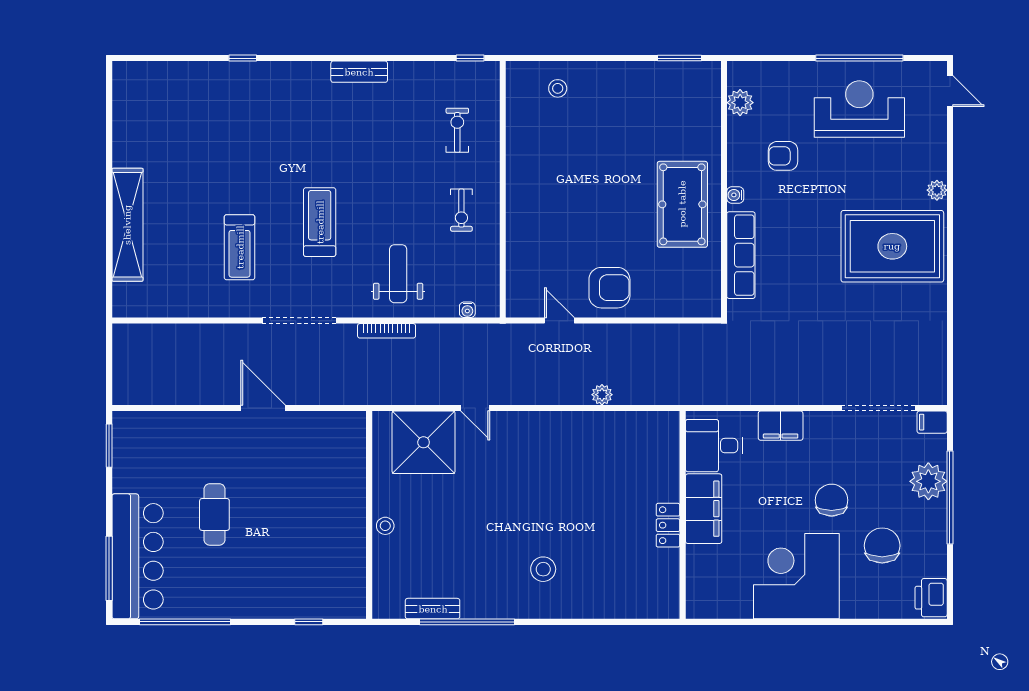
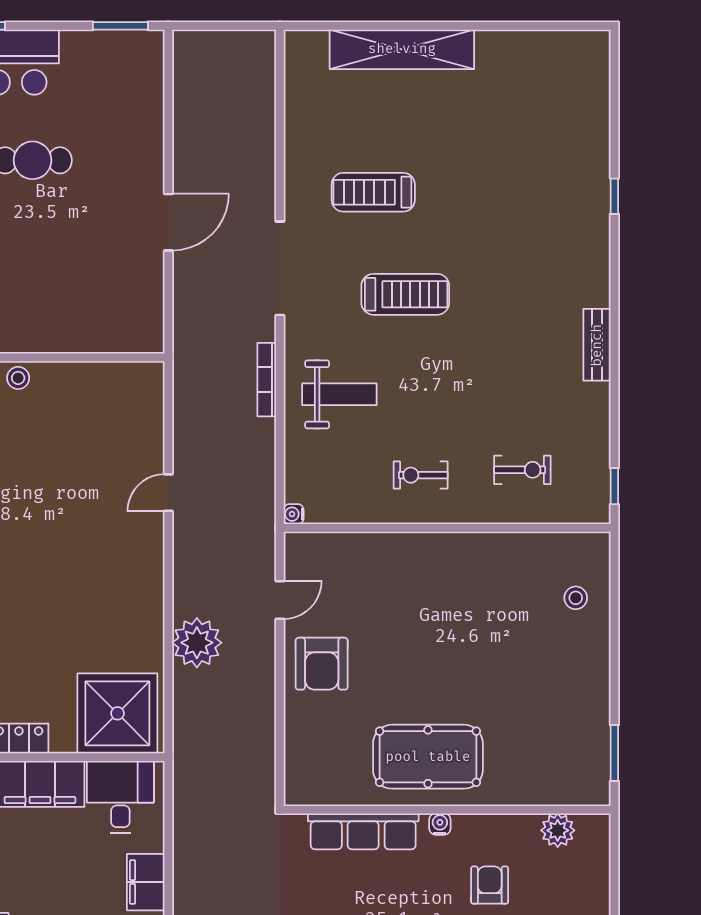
water cooler: (467, 310) -> (294, 514), moved
plant: (602, 395) -> (197, 643), width x1.88, depth x1.88
shower: (424, 442) -> (117, 713), moved

